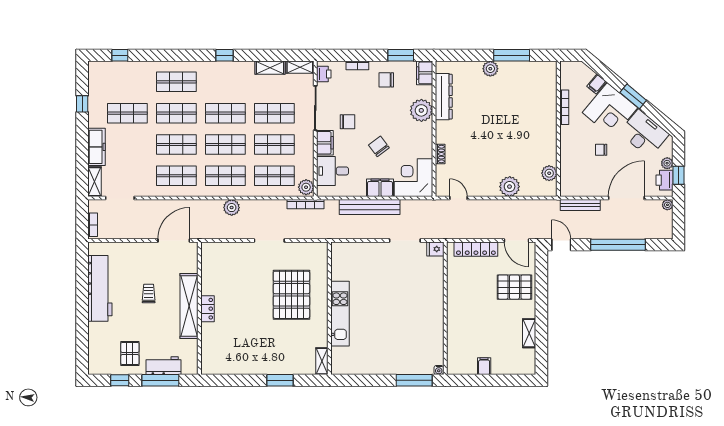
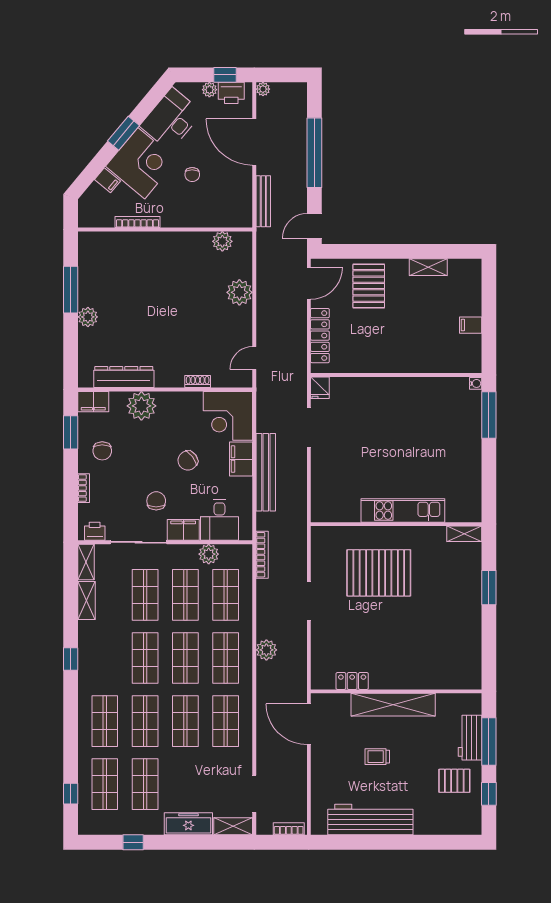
shop shelf: (127, 82) -> (105, 784), added
plant: (306, 187) -> (209, 554), moved
locker: (207, 309) -> (352, 681), moved

